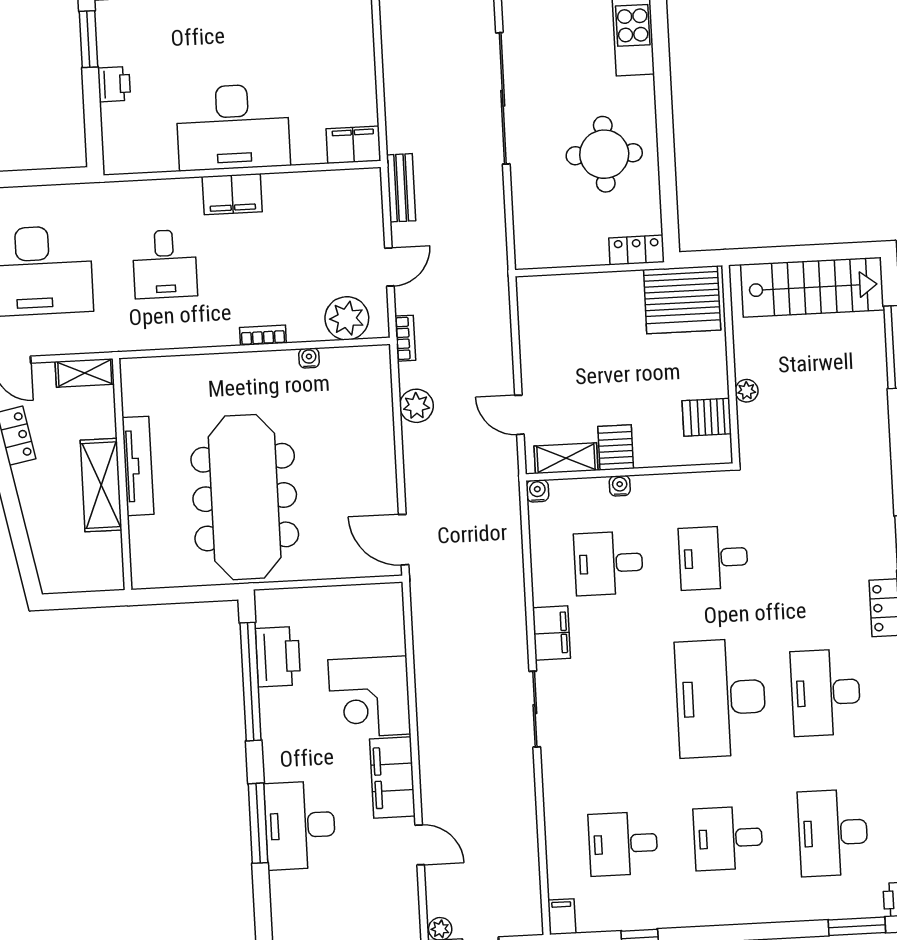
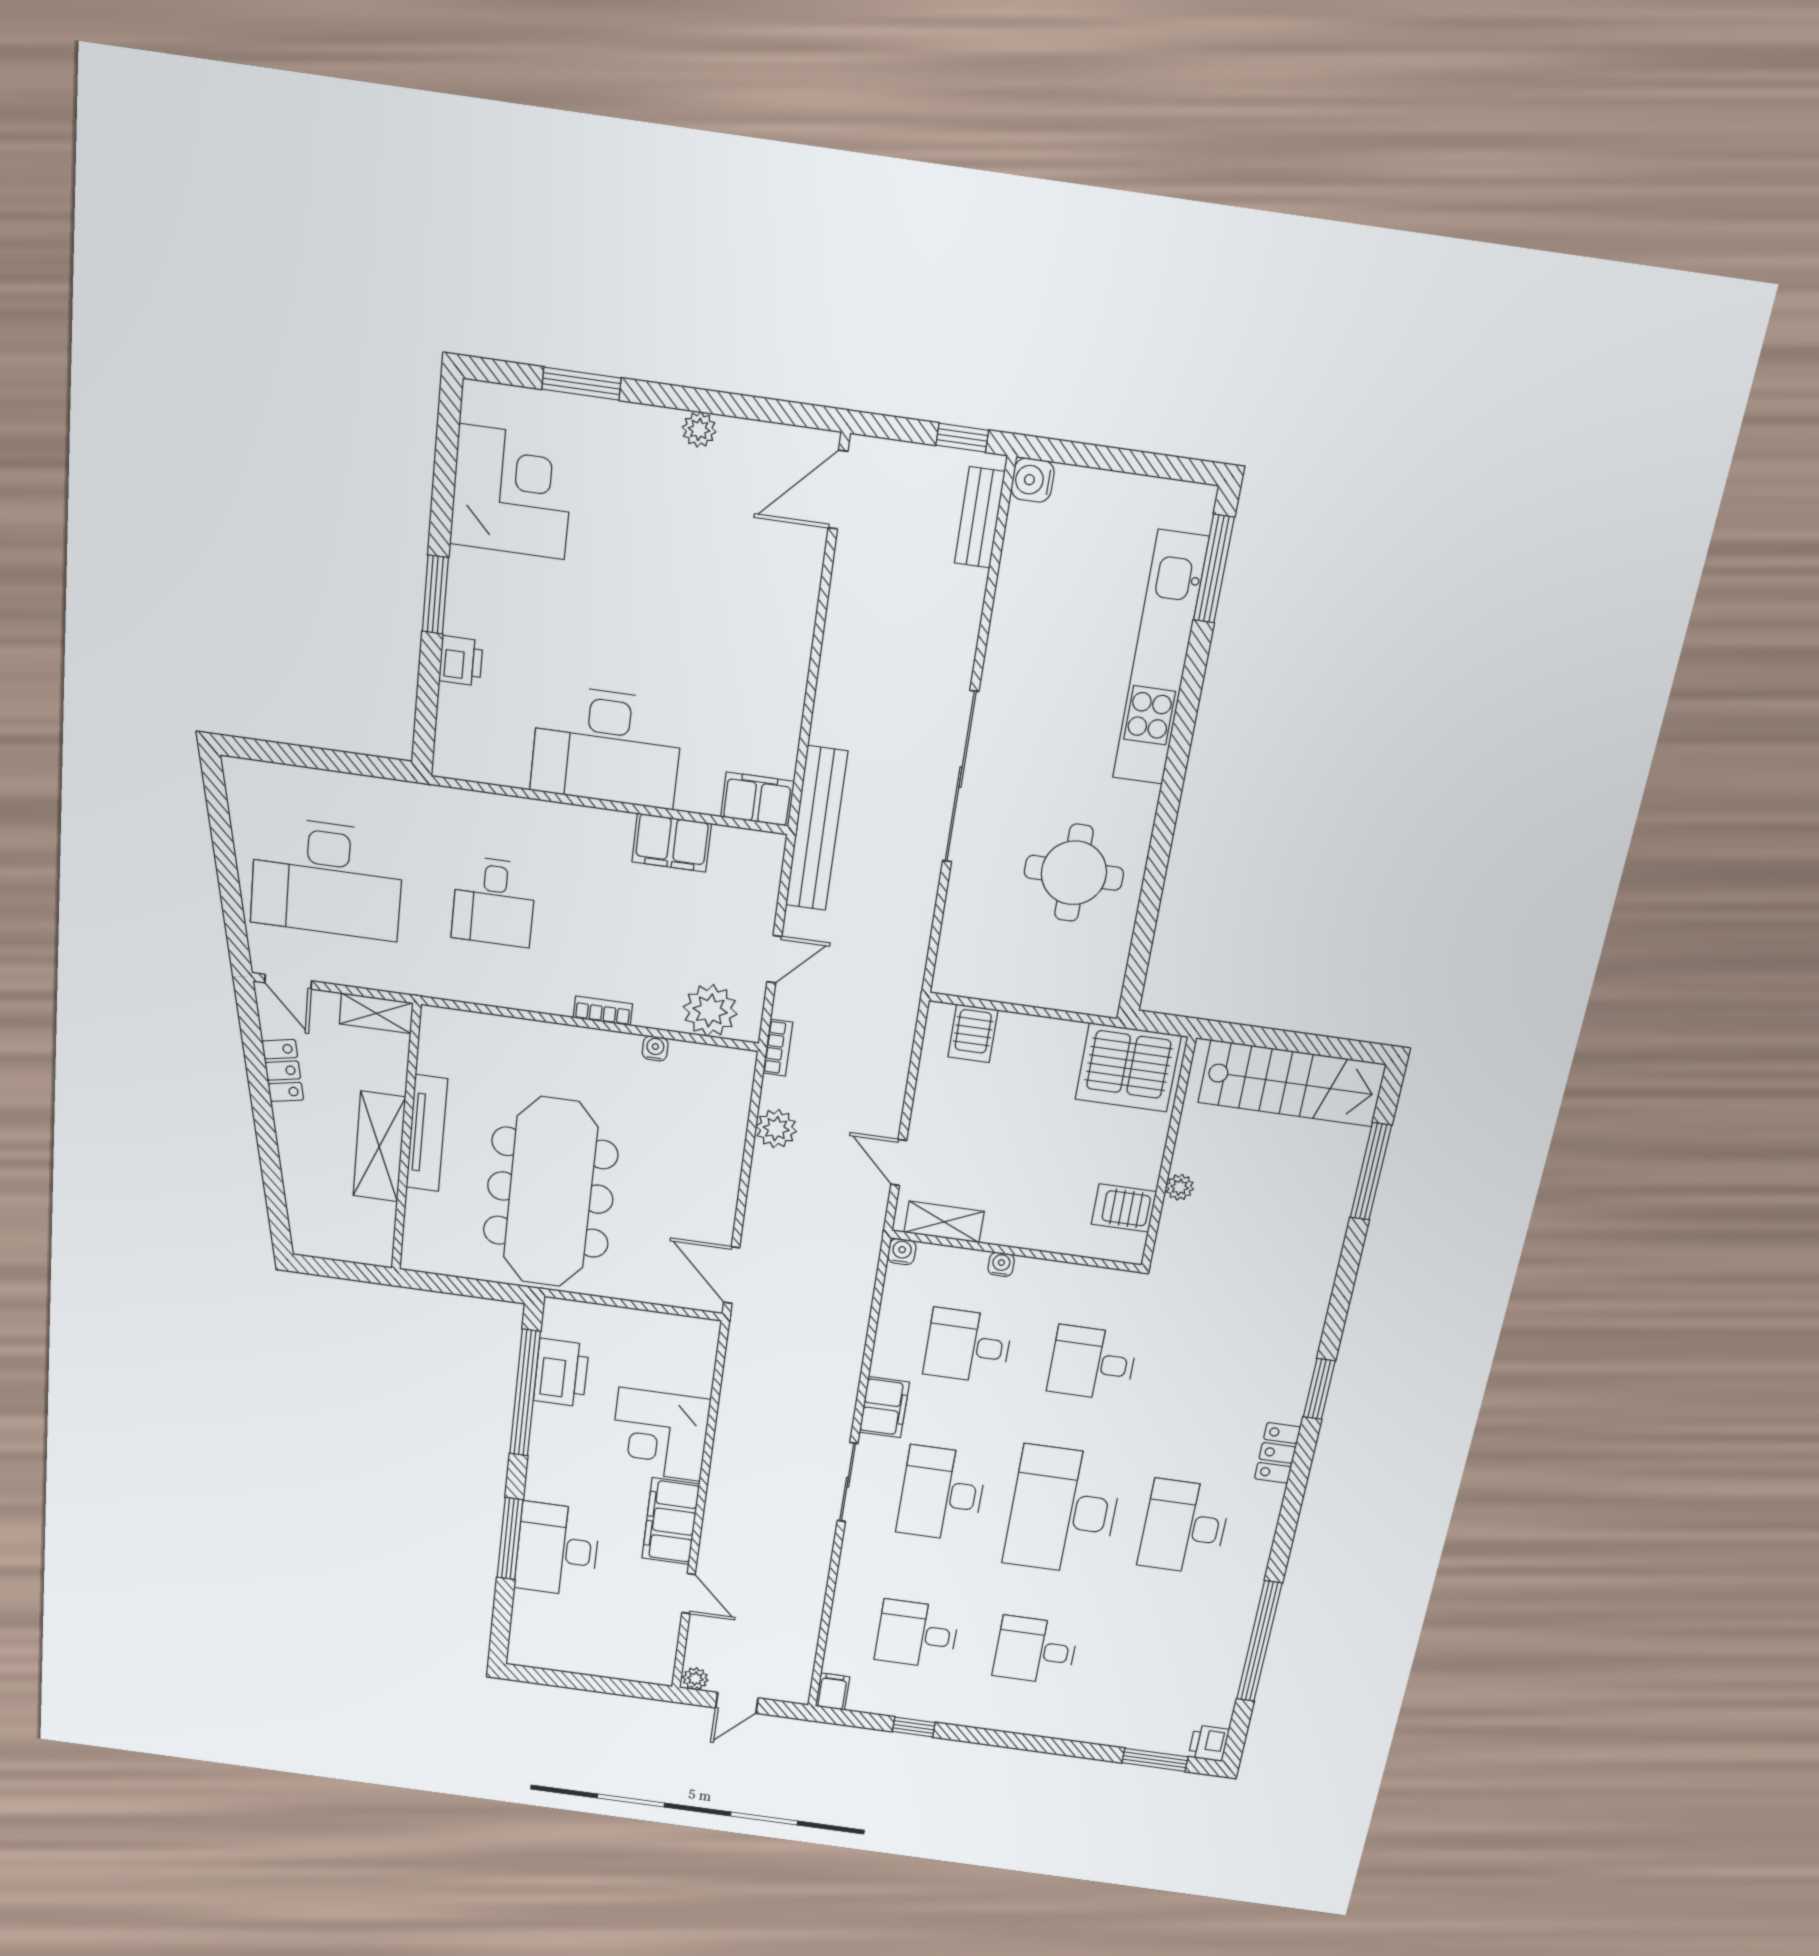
bench: (401, 188) -> (817, 829), width x1.86, depth x1.21
filing cabinet: (232, 194) -> (672, 843), moved
locker: (636, 250) -> (1086, 998), removed
server rack: (616, 448) -> (973, 1033), moved, turned 180
desk: (833, 833) -> (942, 1494), moved

